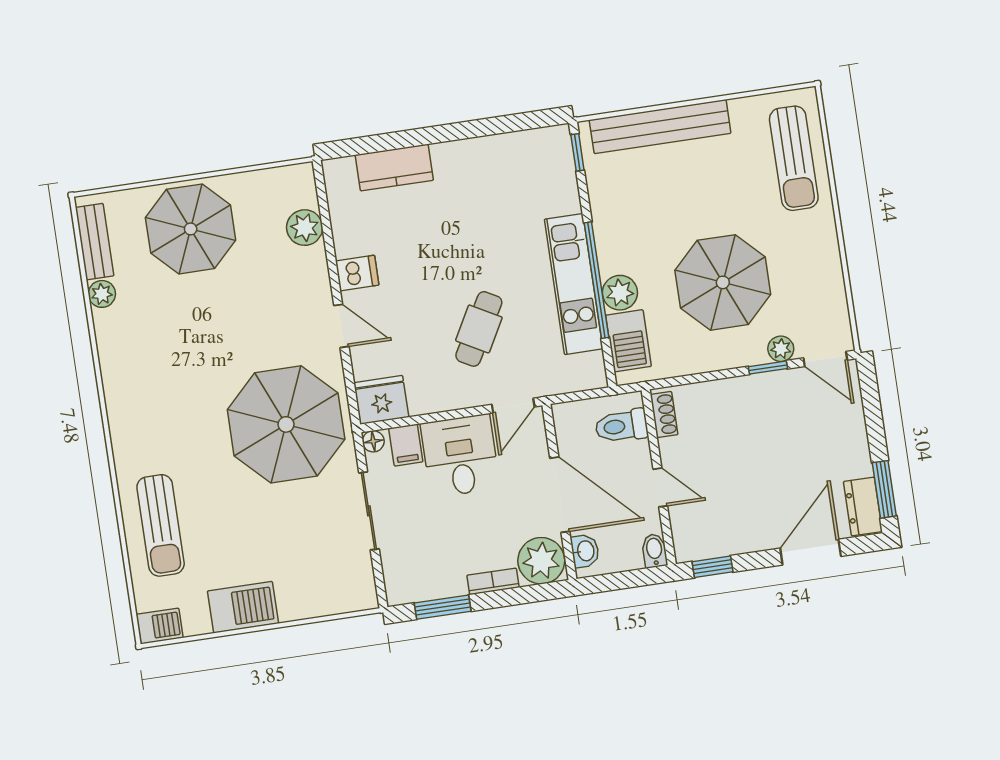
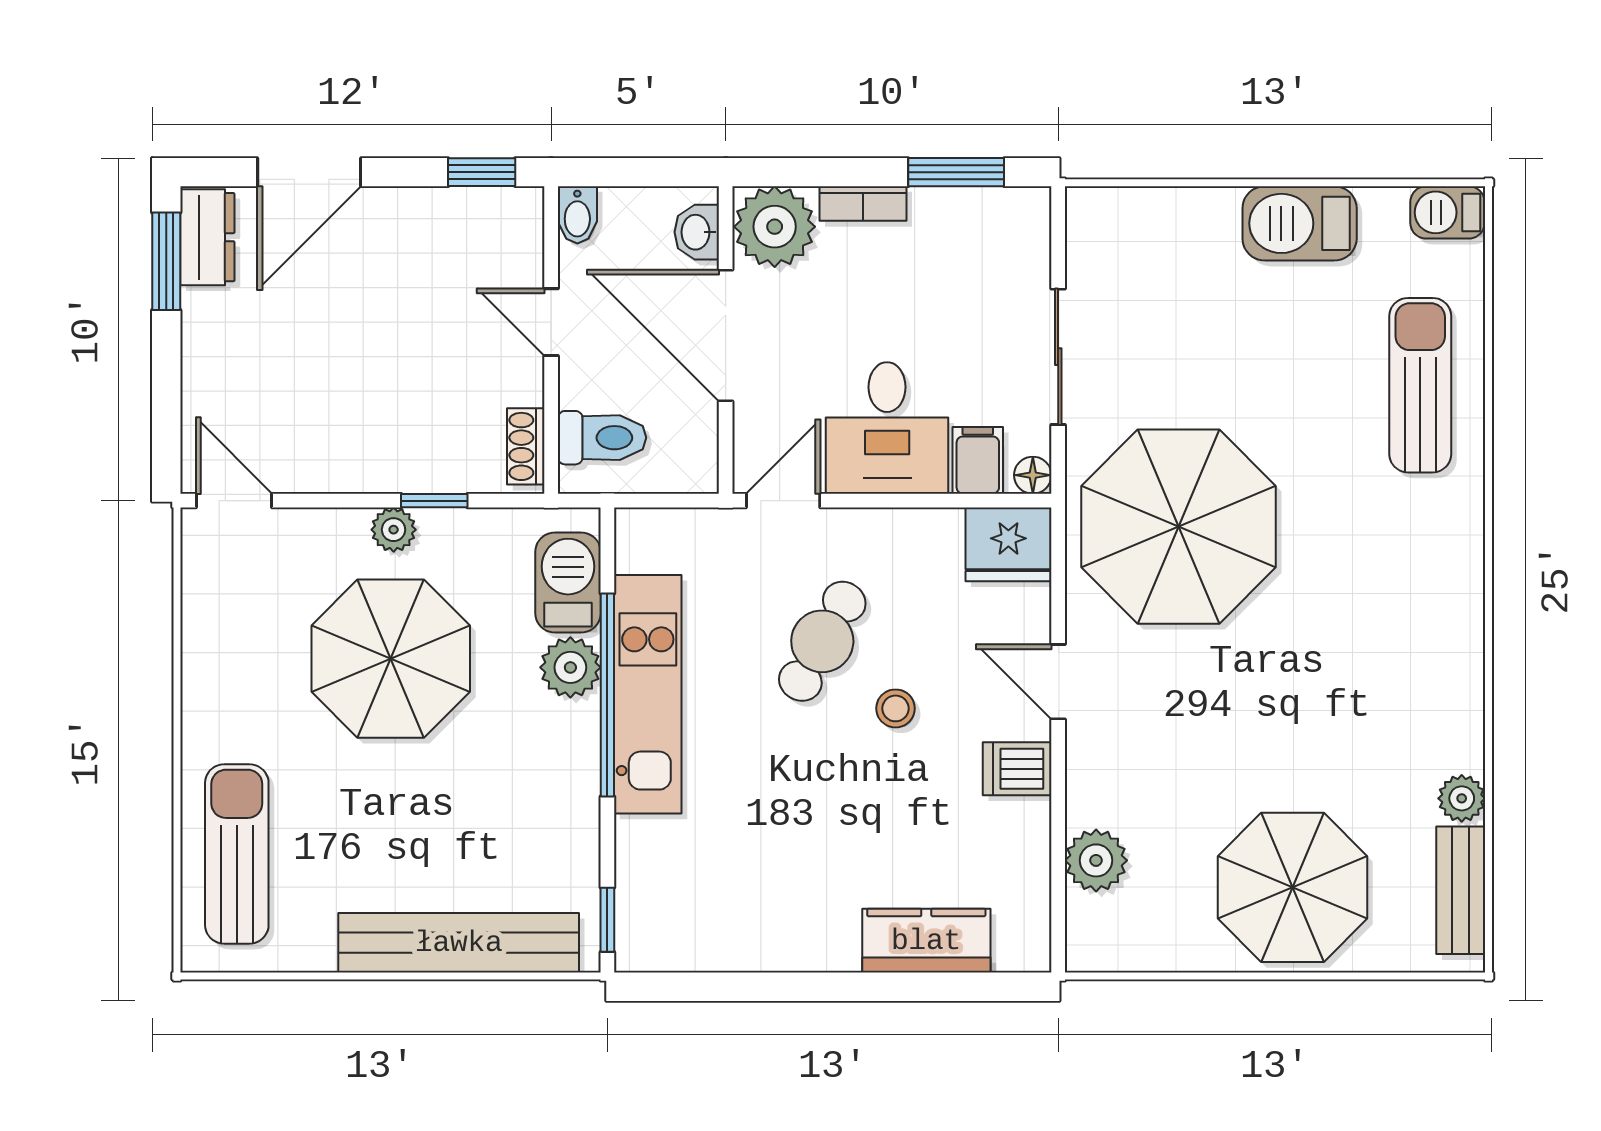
stool: (432, 297) -> (896, 708), added
plant: (781, 349) -> (394, 530), moved
window: (768, 368) -> (434, 501), moved

